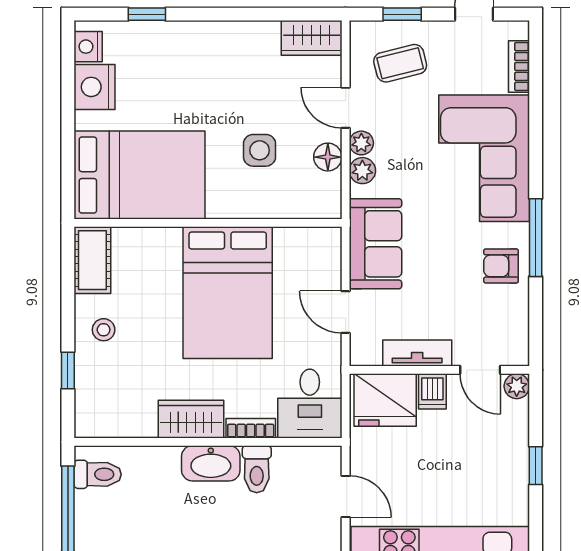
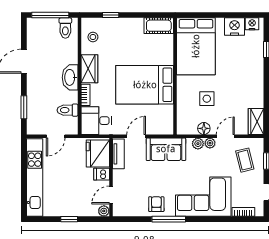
stool: (104, 330) -> (93, 37), moved
tv unit: (417, 353) -> (118, 154), moved
toilet: (257, 469) -> (68, 110), moved

